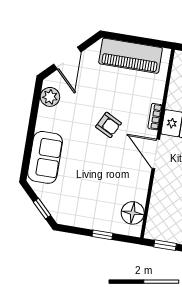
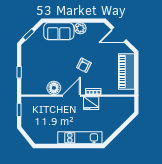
plant: (50, 97) -> (80, 28), moved
floor lamp: (133, 213) -> (54, 88), moved

